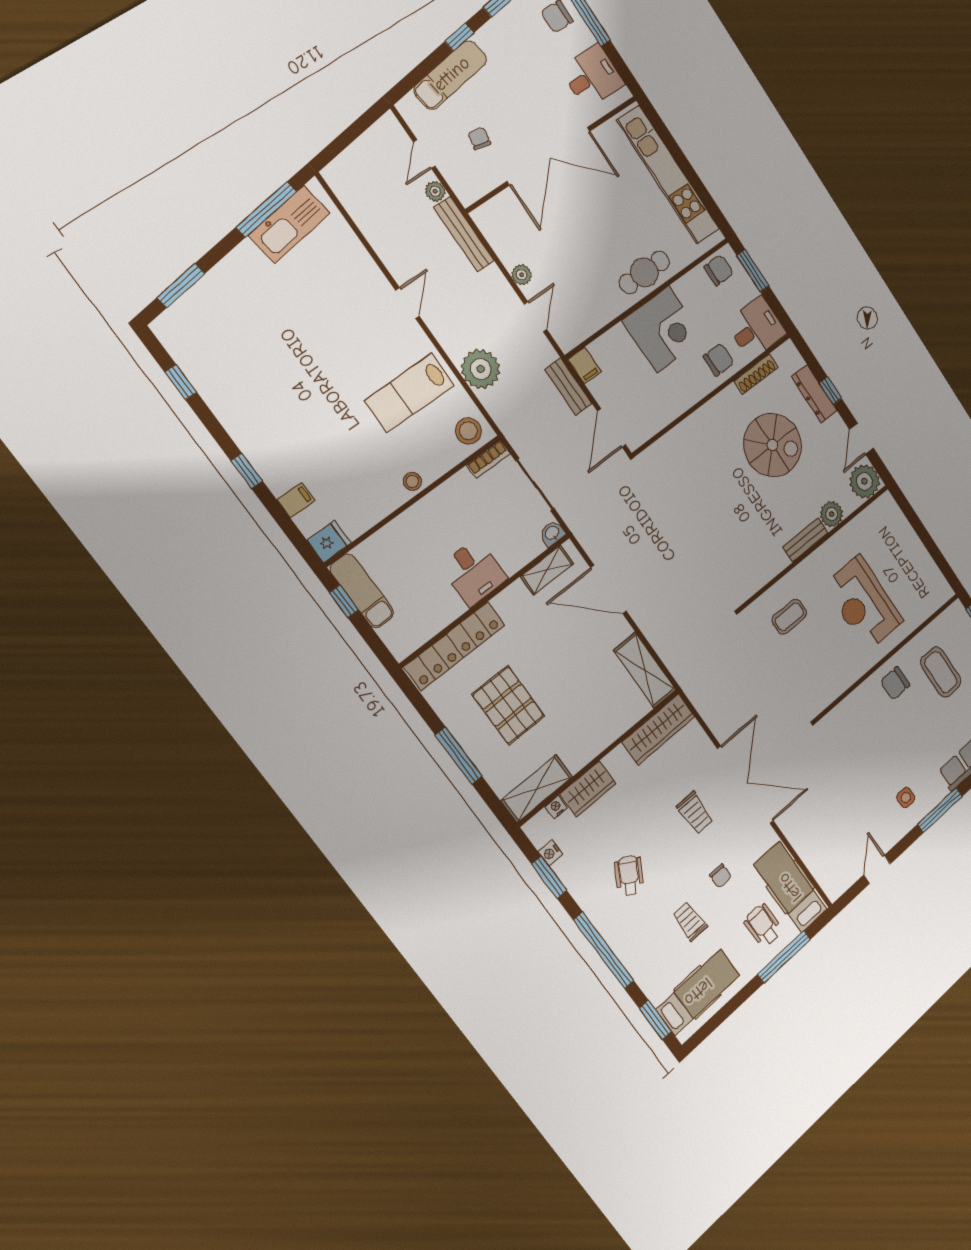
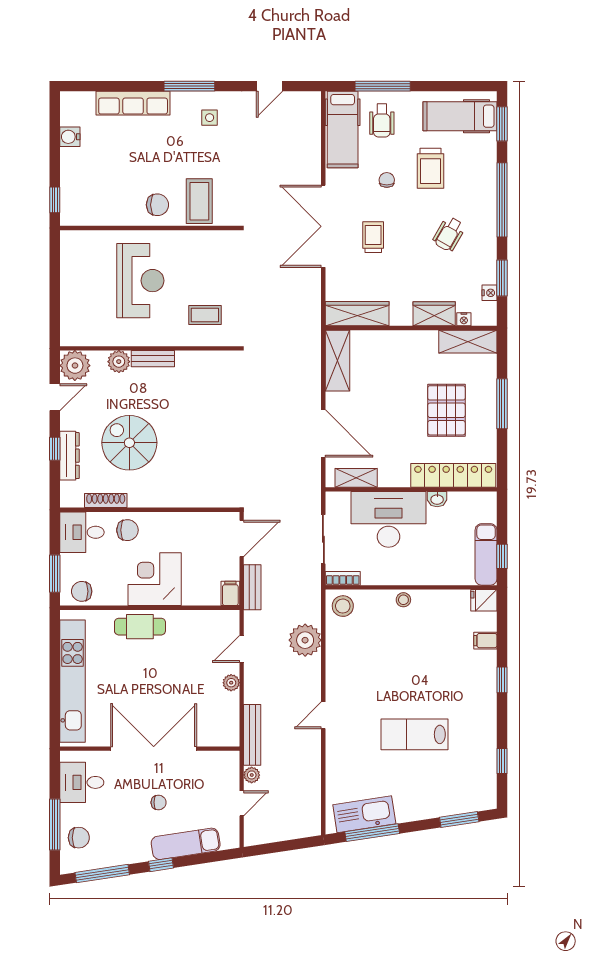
chair: (479, 138) -> (159, 802), moved, turned -102
chair: (719, 360) -> (127, 530), turned 180
lab bench: (409, 393) -> (414, 734), moved, turned 180
washbasin: (552, 533) -> (437, 499), moved
desk: (474, 572) -> (388, 519), width x1.87, depth x1.30
coffee table: (941, 672) -> (199, 201), moved
trolley: (690, 921) -> (430, 168), width x1.36, depth x1.39

